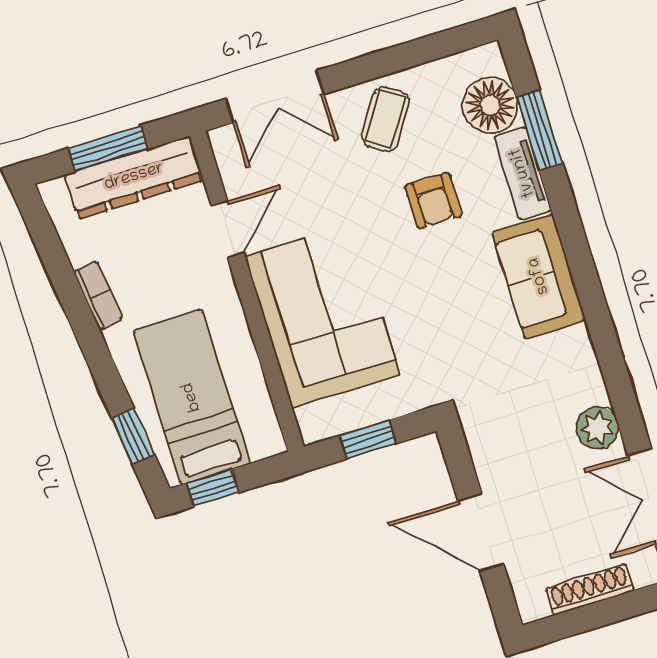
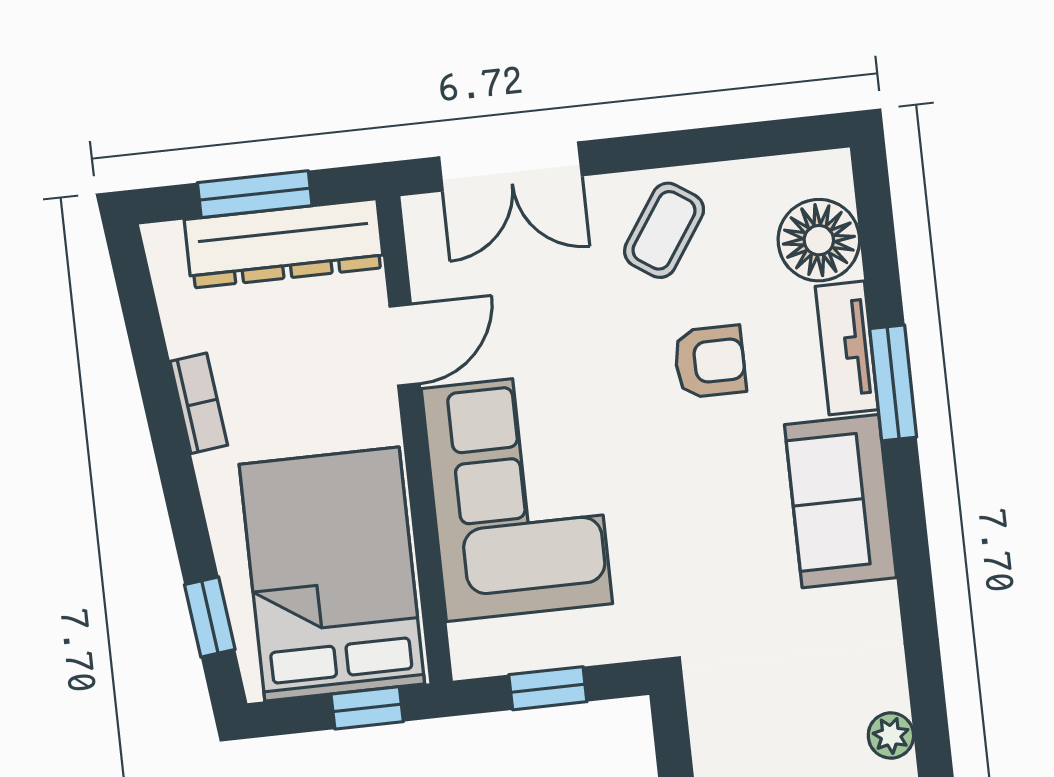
window: (539, 130) -> (893, 383), moved
armchair: (433, 200) -> (710, 362), turned -90
bed: (192, 397) -> (332, 574), width x1.50
plant: (597, 428) -> (891, 735), width x0.73, depth x0.73
window: (213, 488) -> (367, 708), moved

